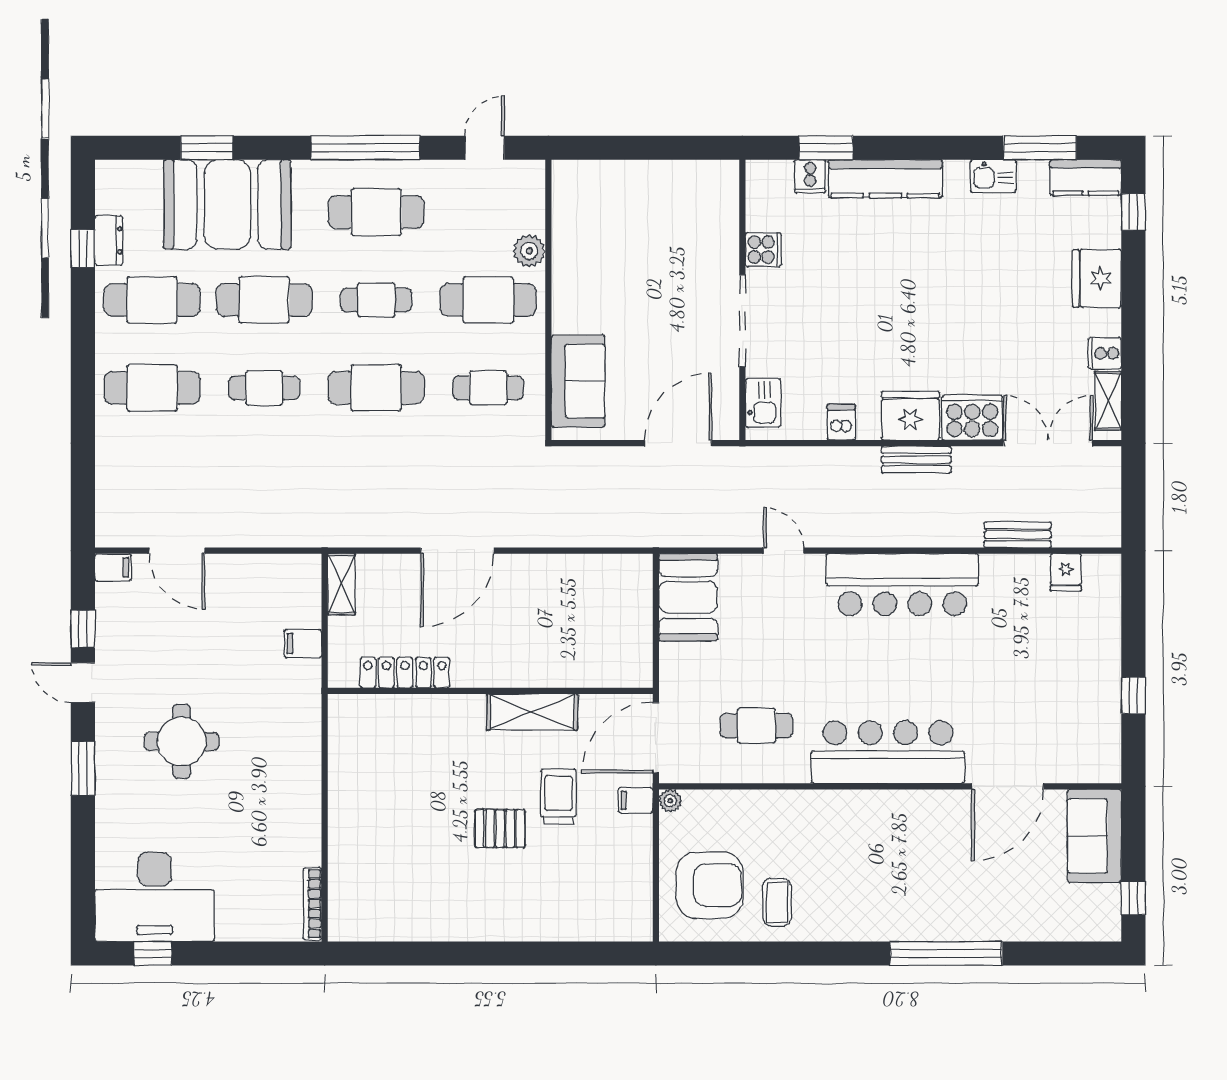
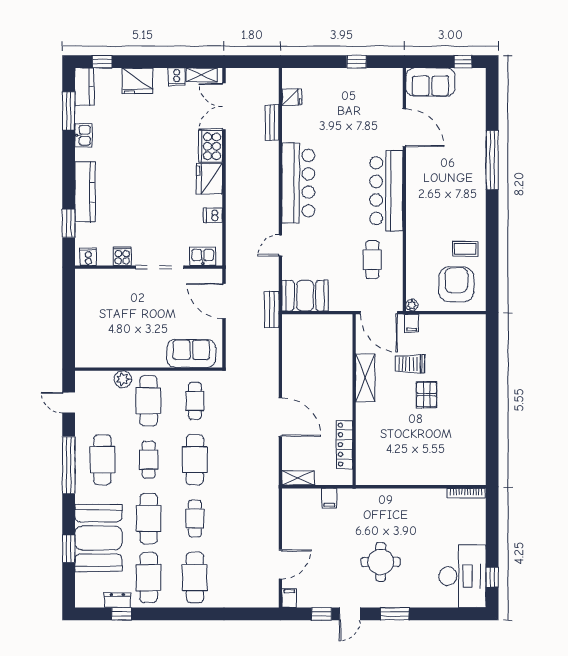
cooker: (810, 176) -> (88, 257), moved, turned -90
bench: (916, 459) -> (272, 310), moved

